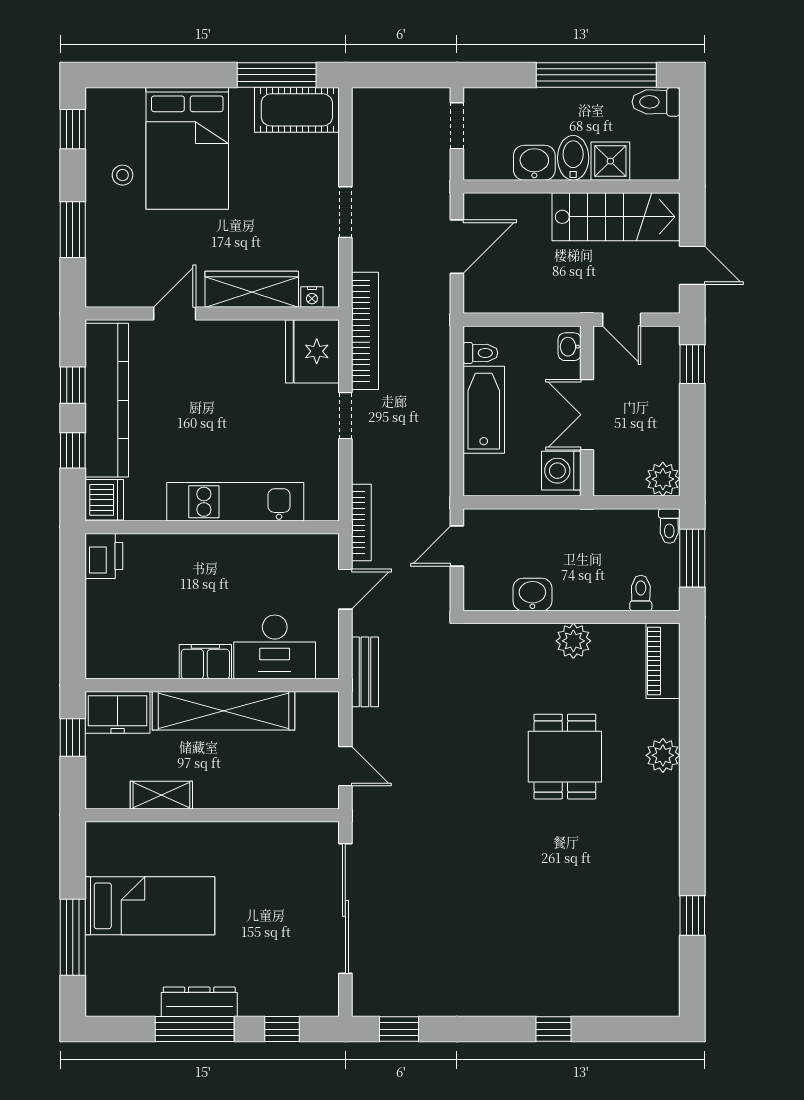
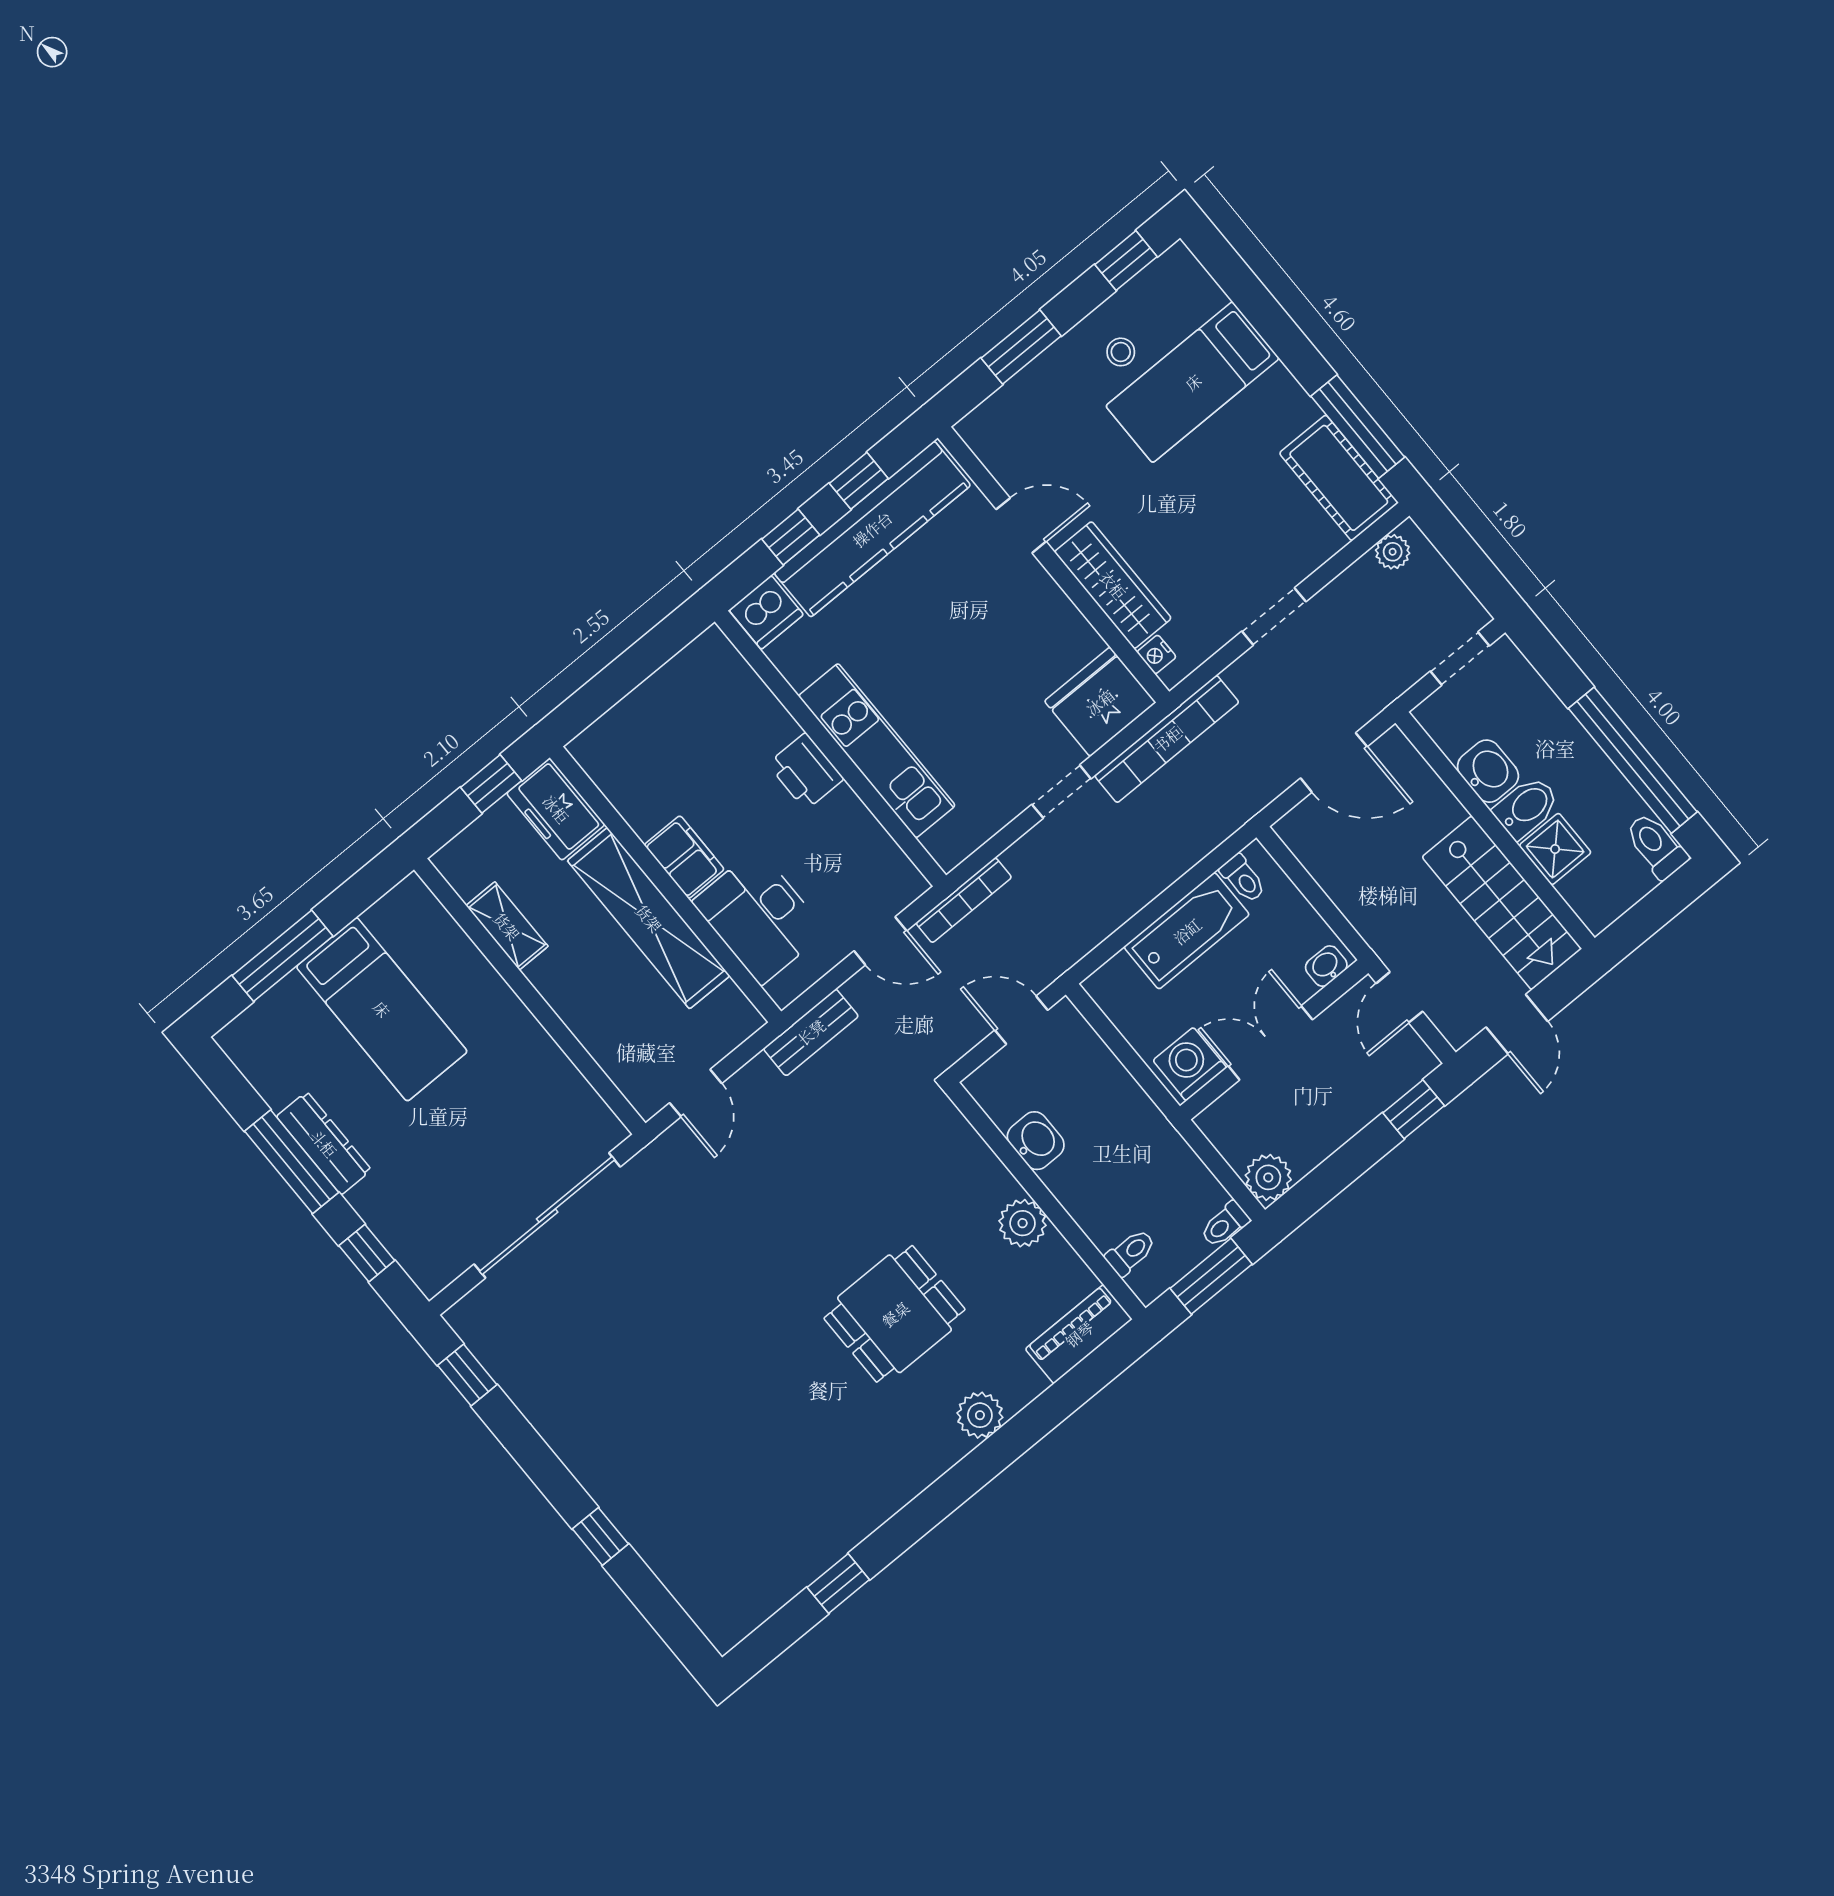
plant: (364, 114) -> (1393, 552), added
bed: (187, 148) -> (1193, 382), width x0.67
printer: (104, 556) -> (806, 771), moved, turned 90

